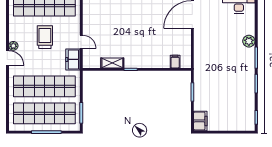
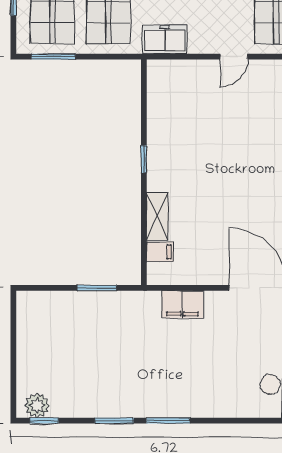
plant: (249, 41) -> (37, 405), moved
door: (81, 42) -> (234, 57), moved
shelving: (112, 63) -> (157, 216), moved
filing cabinet: (200, 121) -> (182, 304), moved

